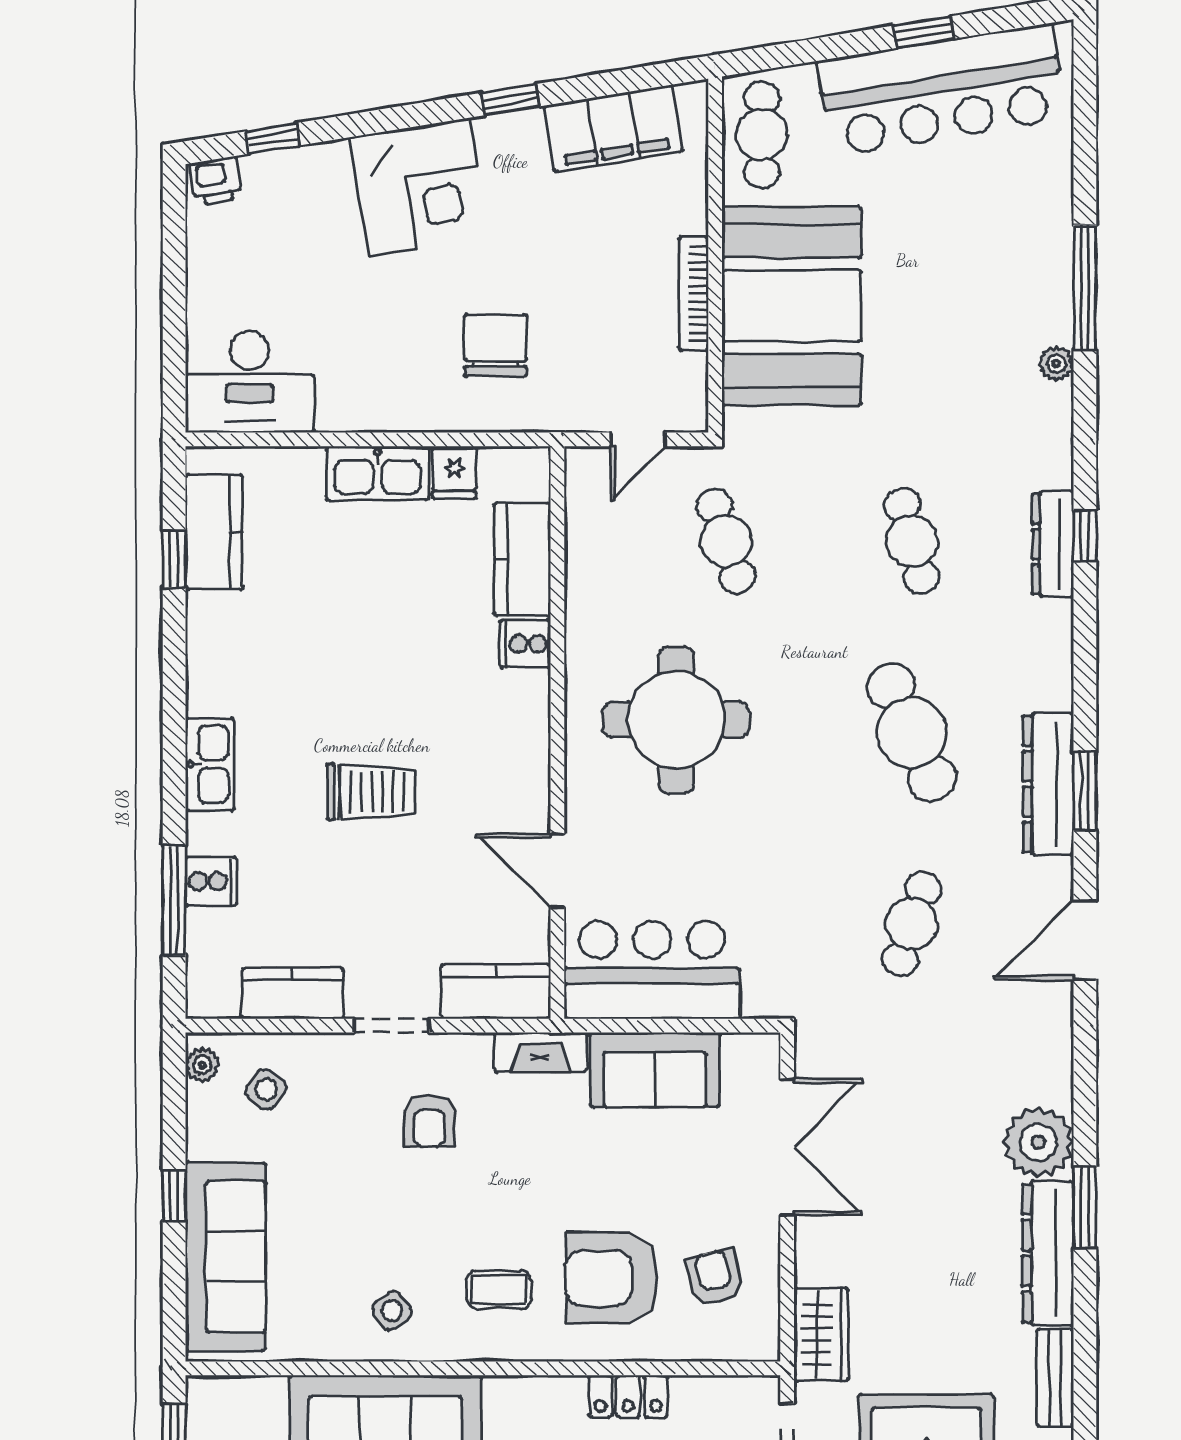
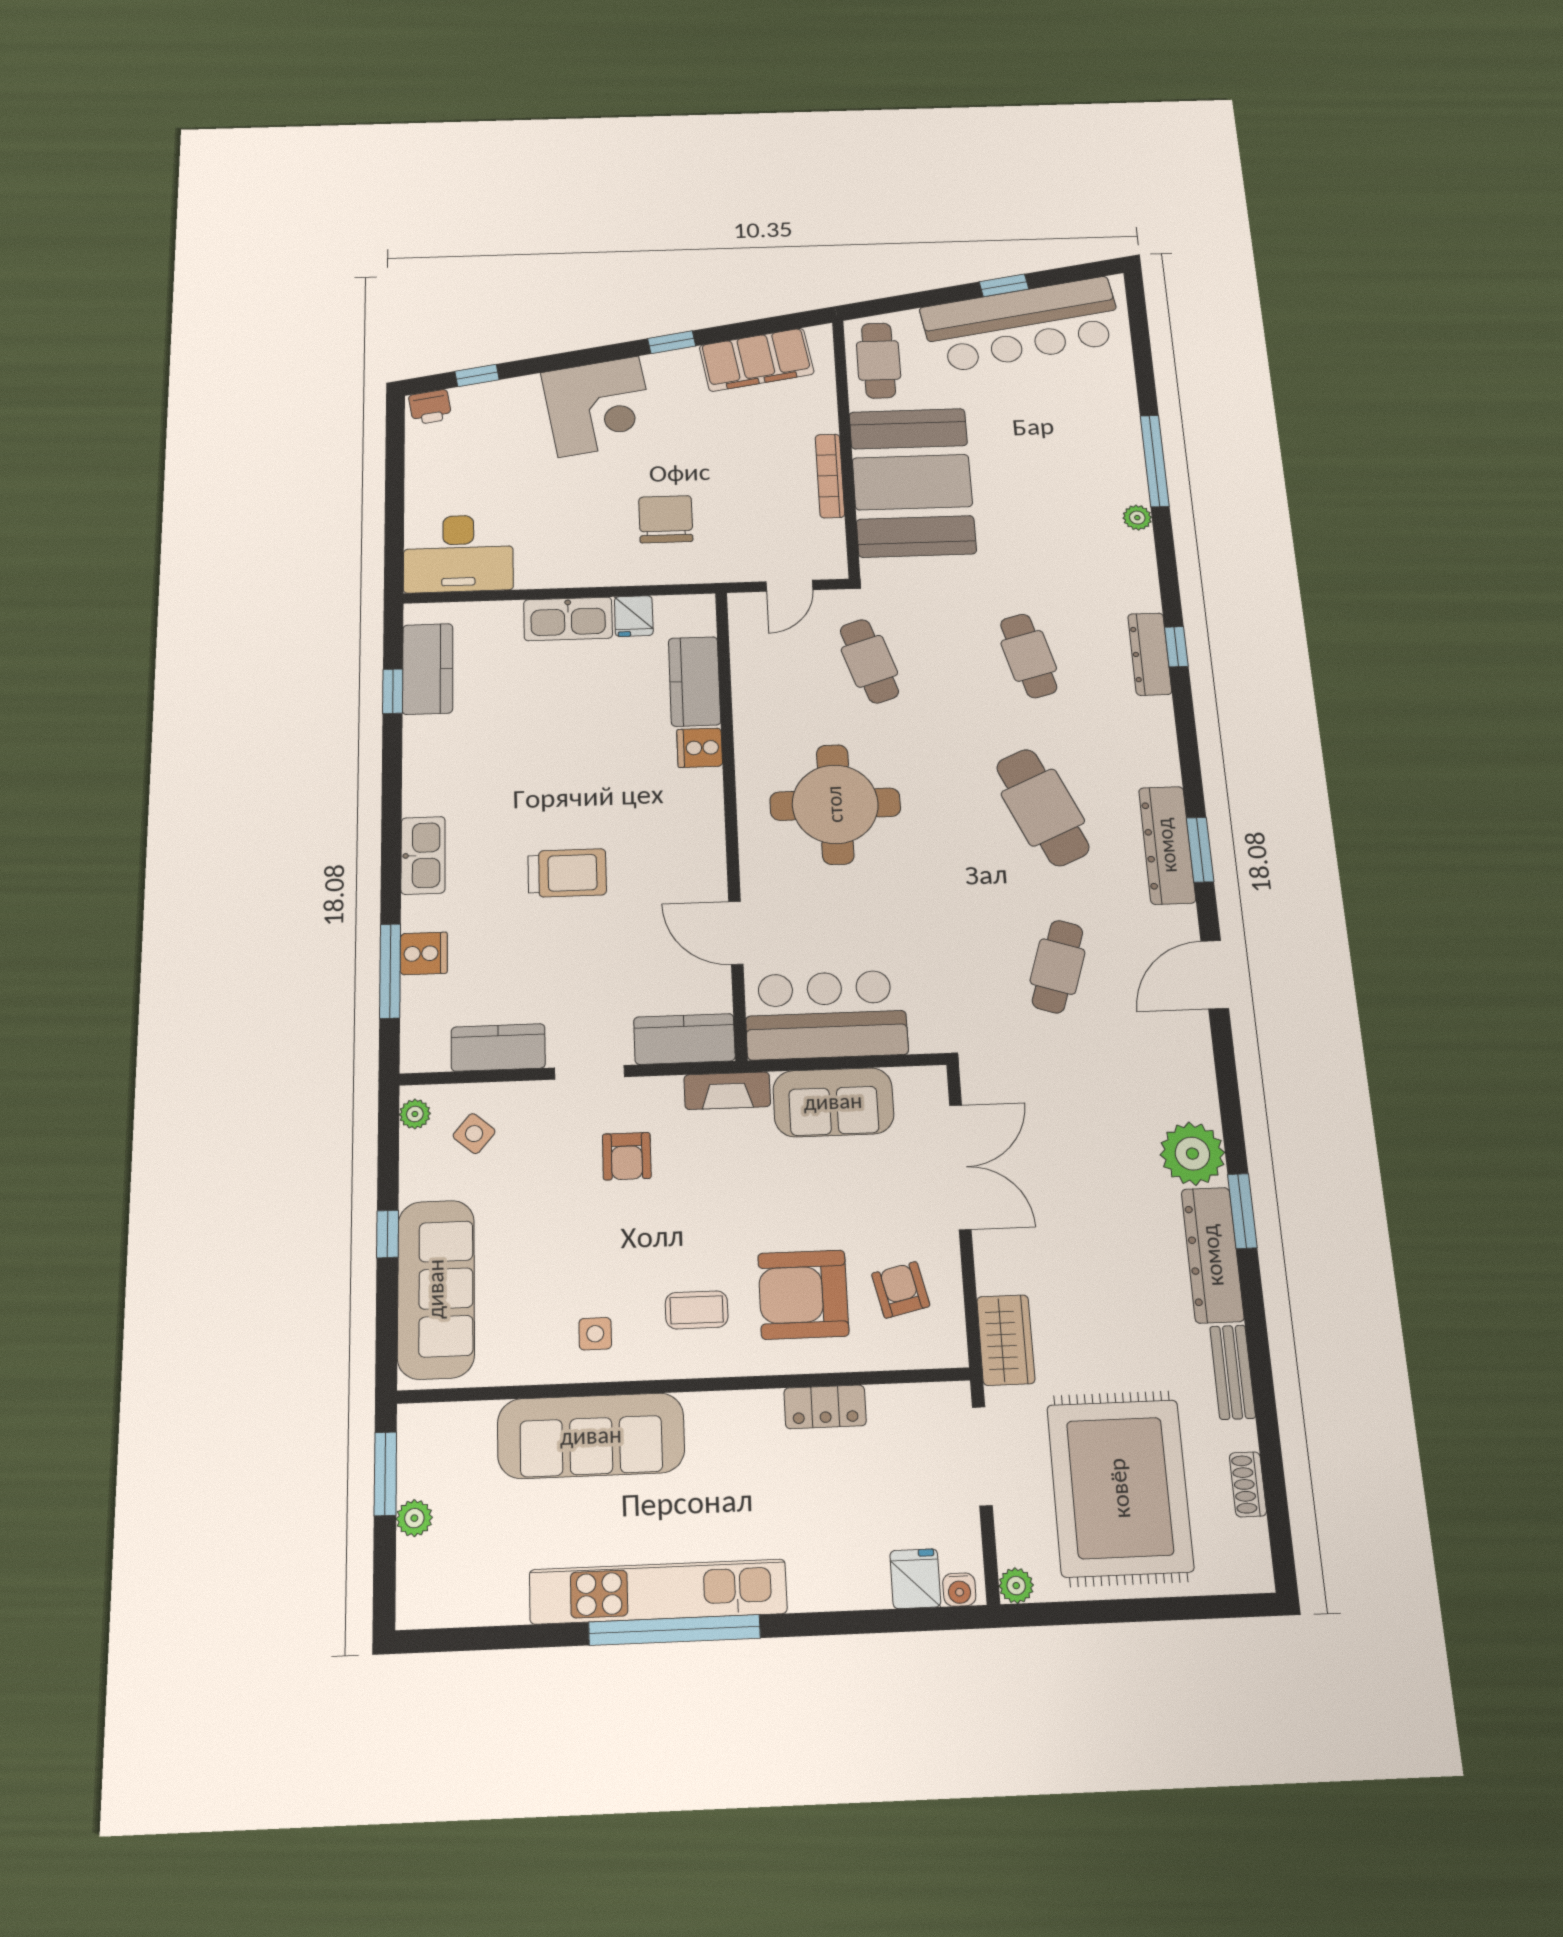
side table: (392, 1311) -> (595, 1334), turned 38

